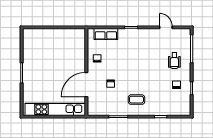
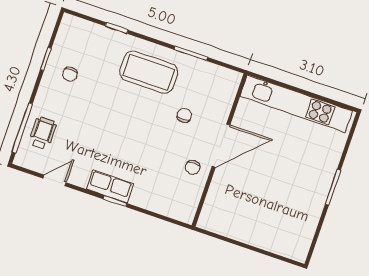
door: (166, 27) -> (54, 180), swing flipped
row of seats: (106, 34) -> (110, 186), moved
wheelchair: (174, 61) -> (43, 133), moved
door: (86, 85) -> (221, 146), moved
coffee table: (136, 100) -> (149, 72), width x1.86, depth x1.72

